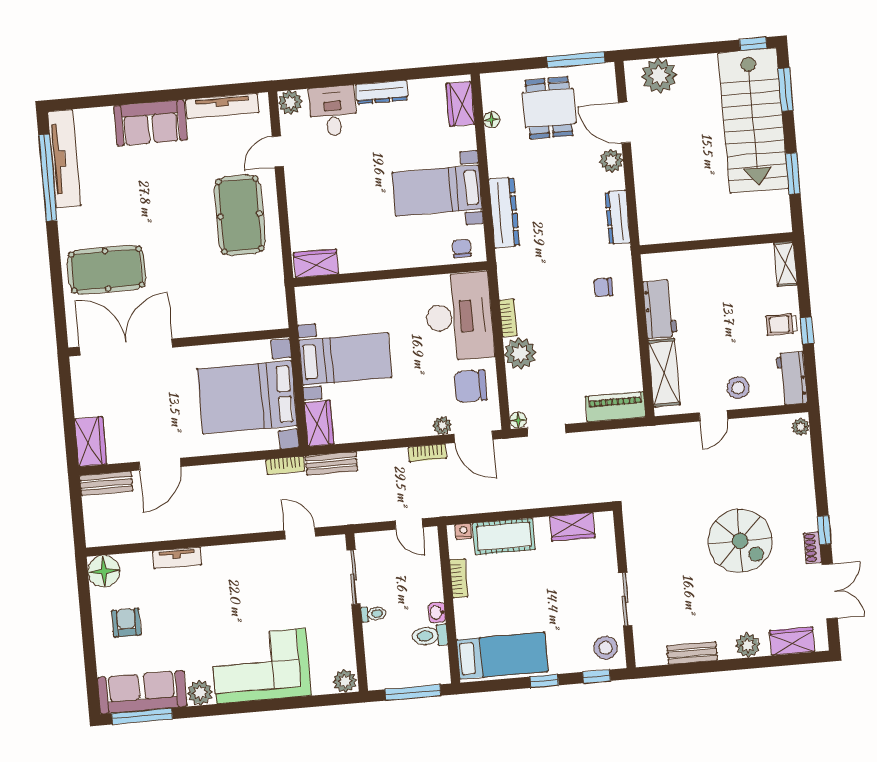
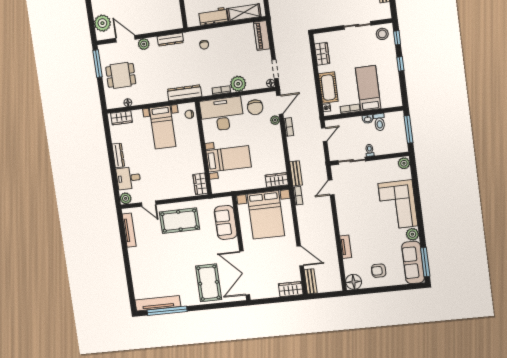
sofa: (150, 123) -> (226, 222), moved, turned 180
door: (624, 123) -> (125, 39), swing flipped
dresser: (504, 213) -> (184, 93), moved
bed with nightstands: (345, 359) -> (229, 159), moved, turned 90
bed: (502, 656) -> (368, 88), moved

